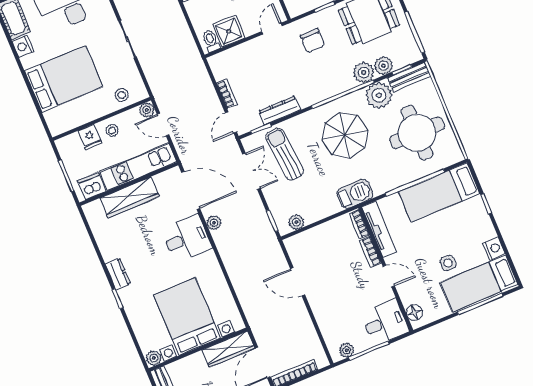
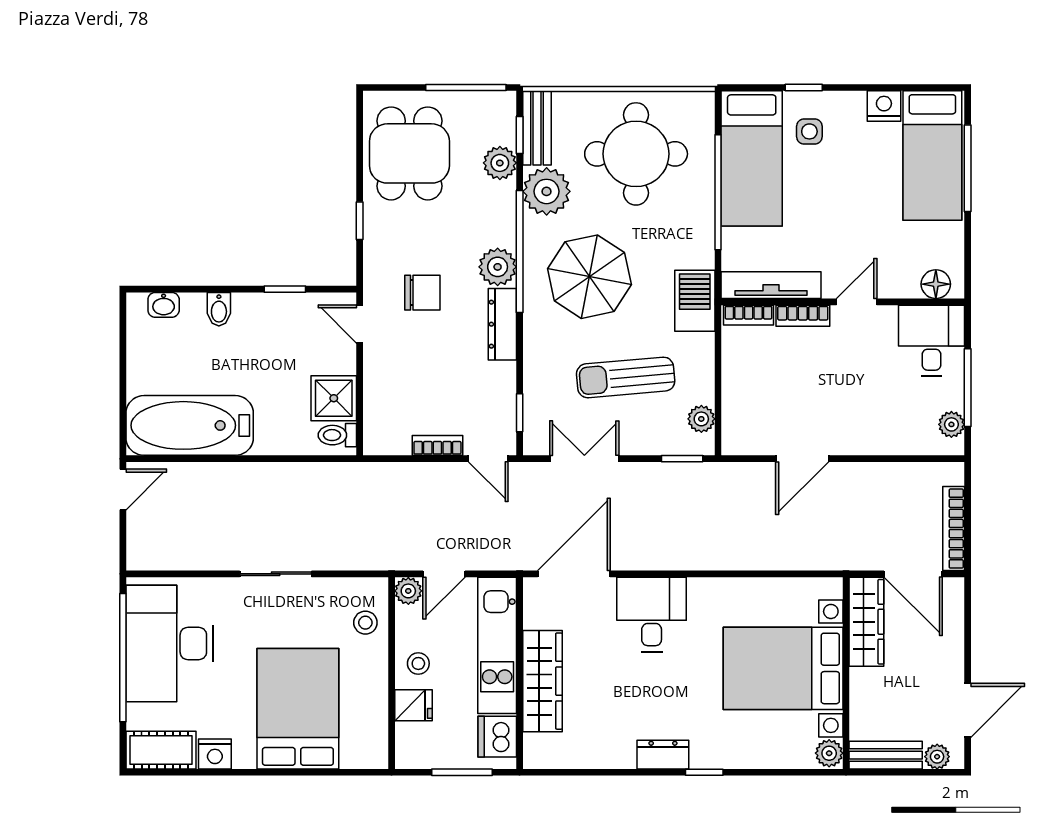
chair: (313, 41) -> (422, 293), moved
plant: (364, 72) -> (498, 267), moved
dresser: (280, 110) -> (502, 324), moved
sun lounger: (285, 154) -> (626, 377), moved
plant: (214, 223) -> (644, 558), removed
side table: (448, 263) -> (809, 131), moved

